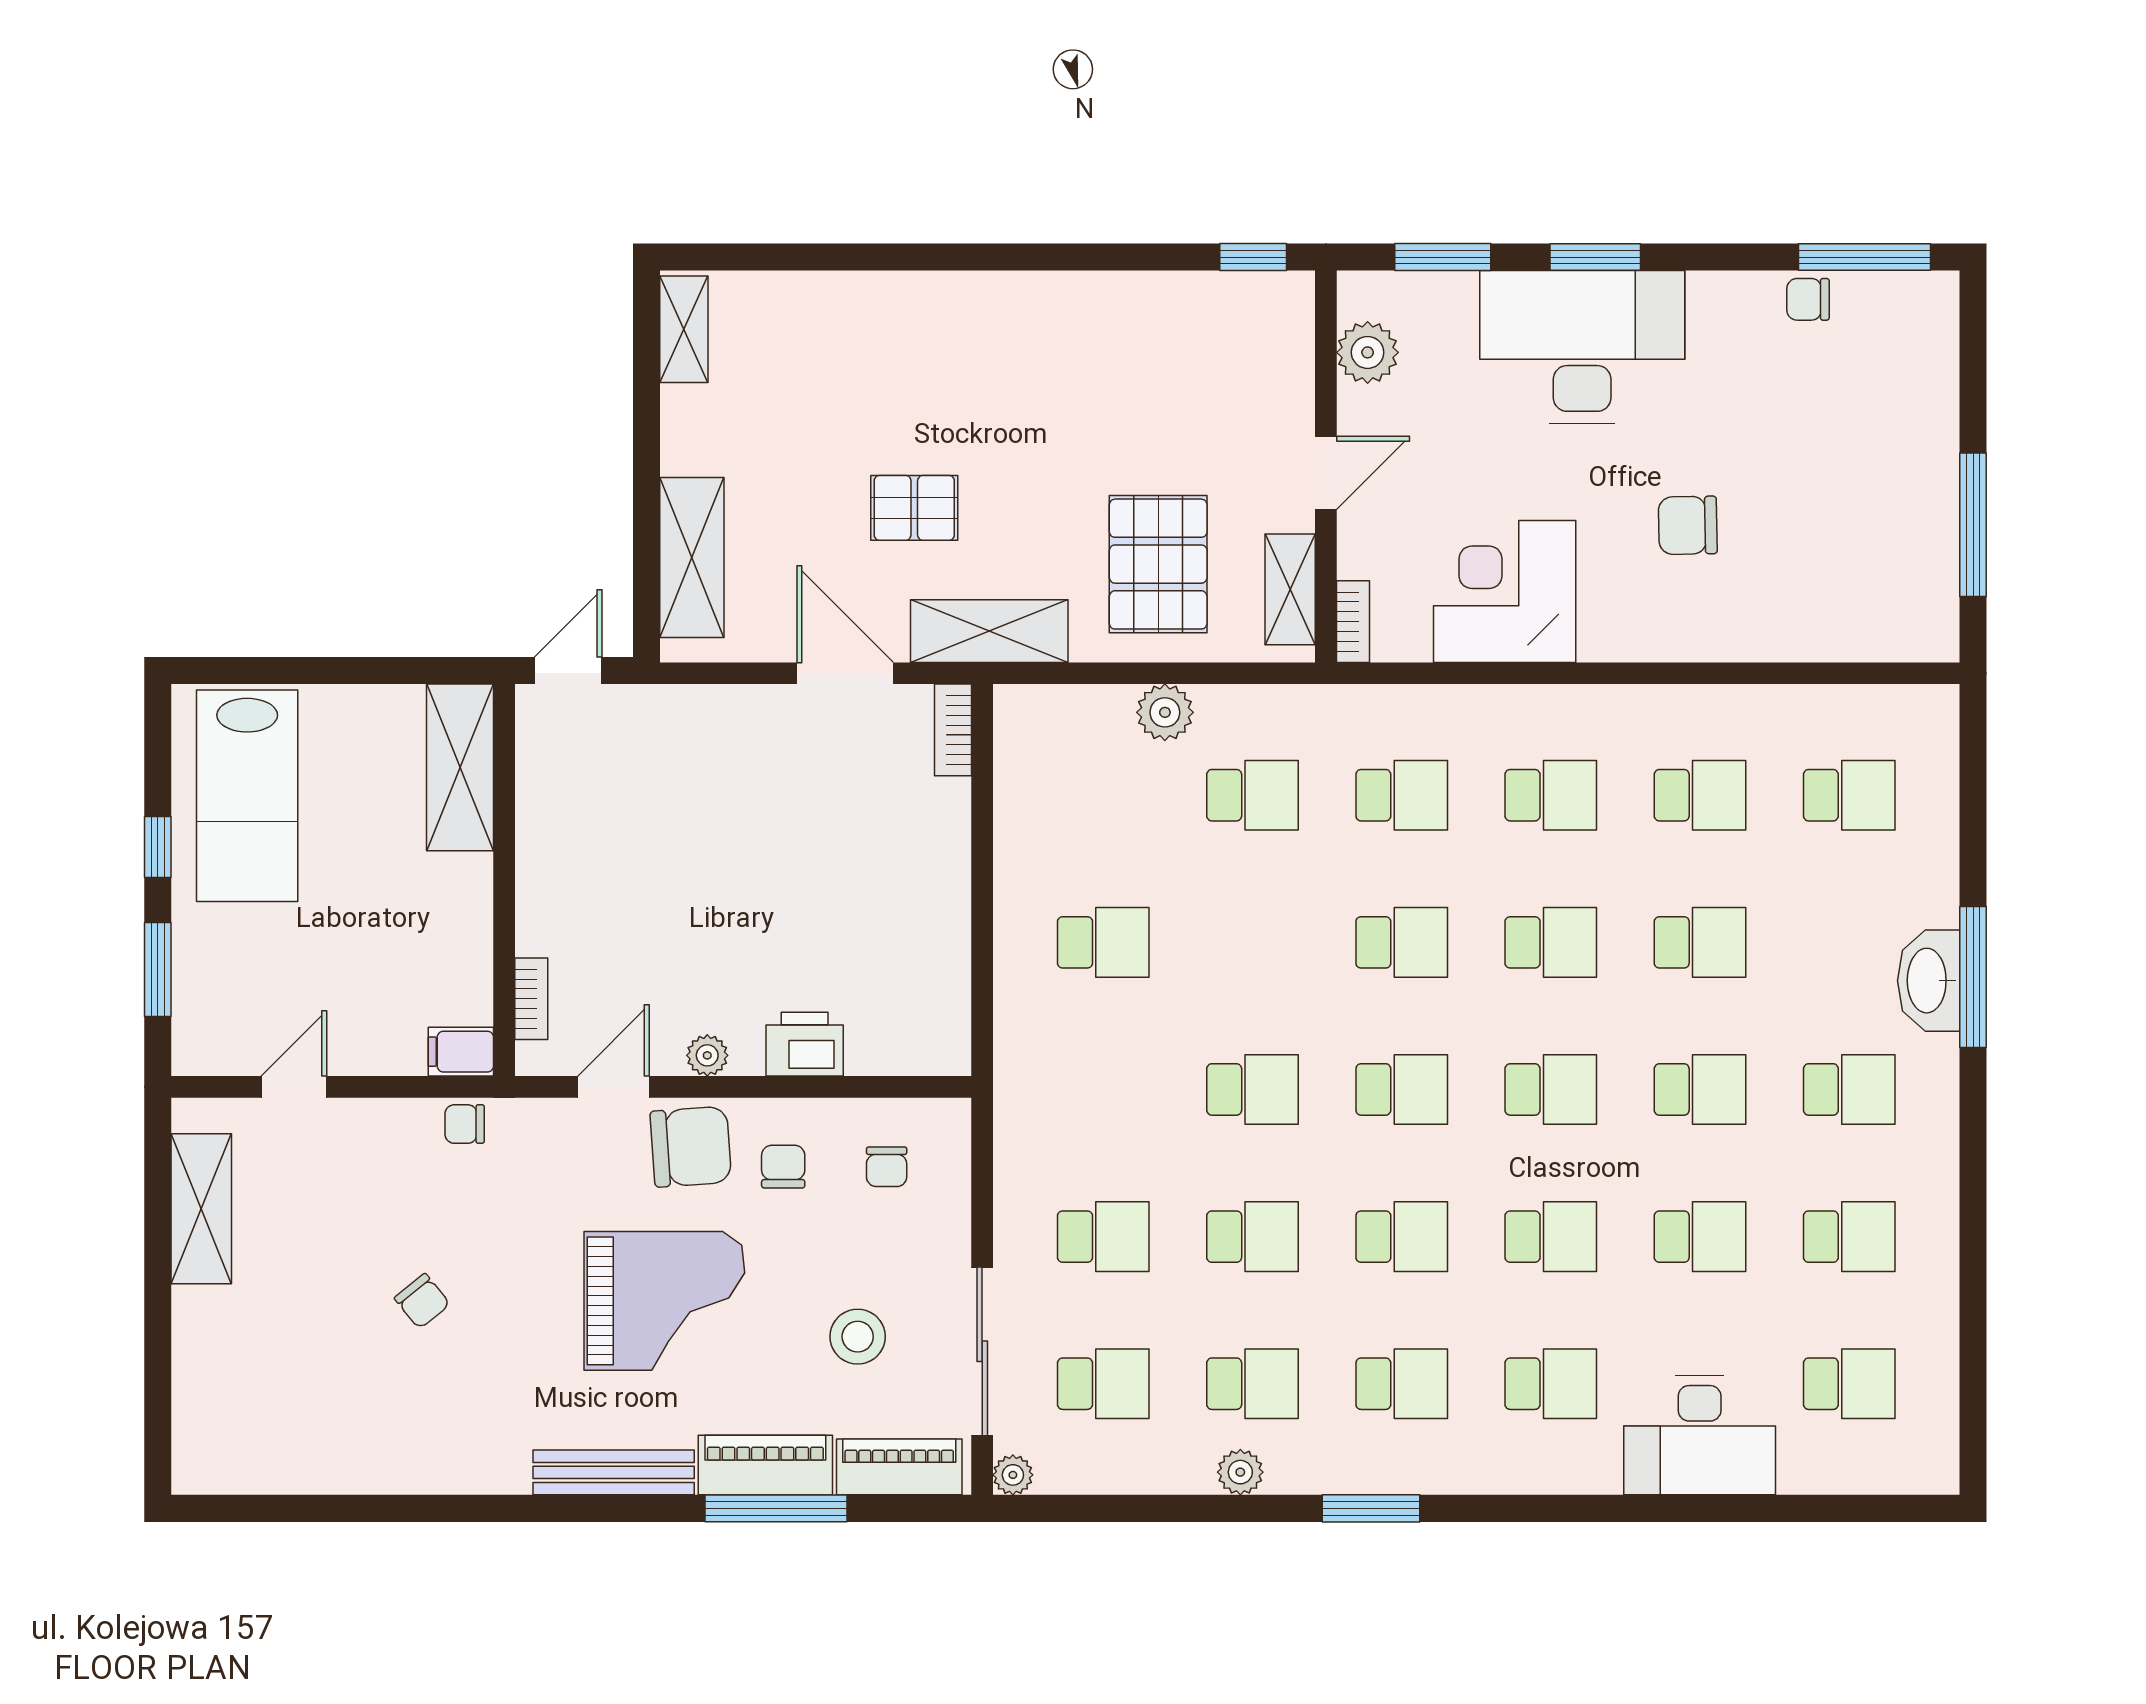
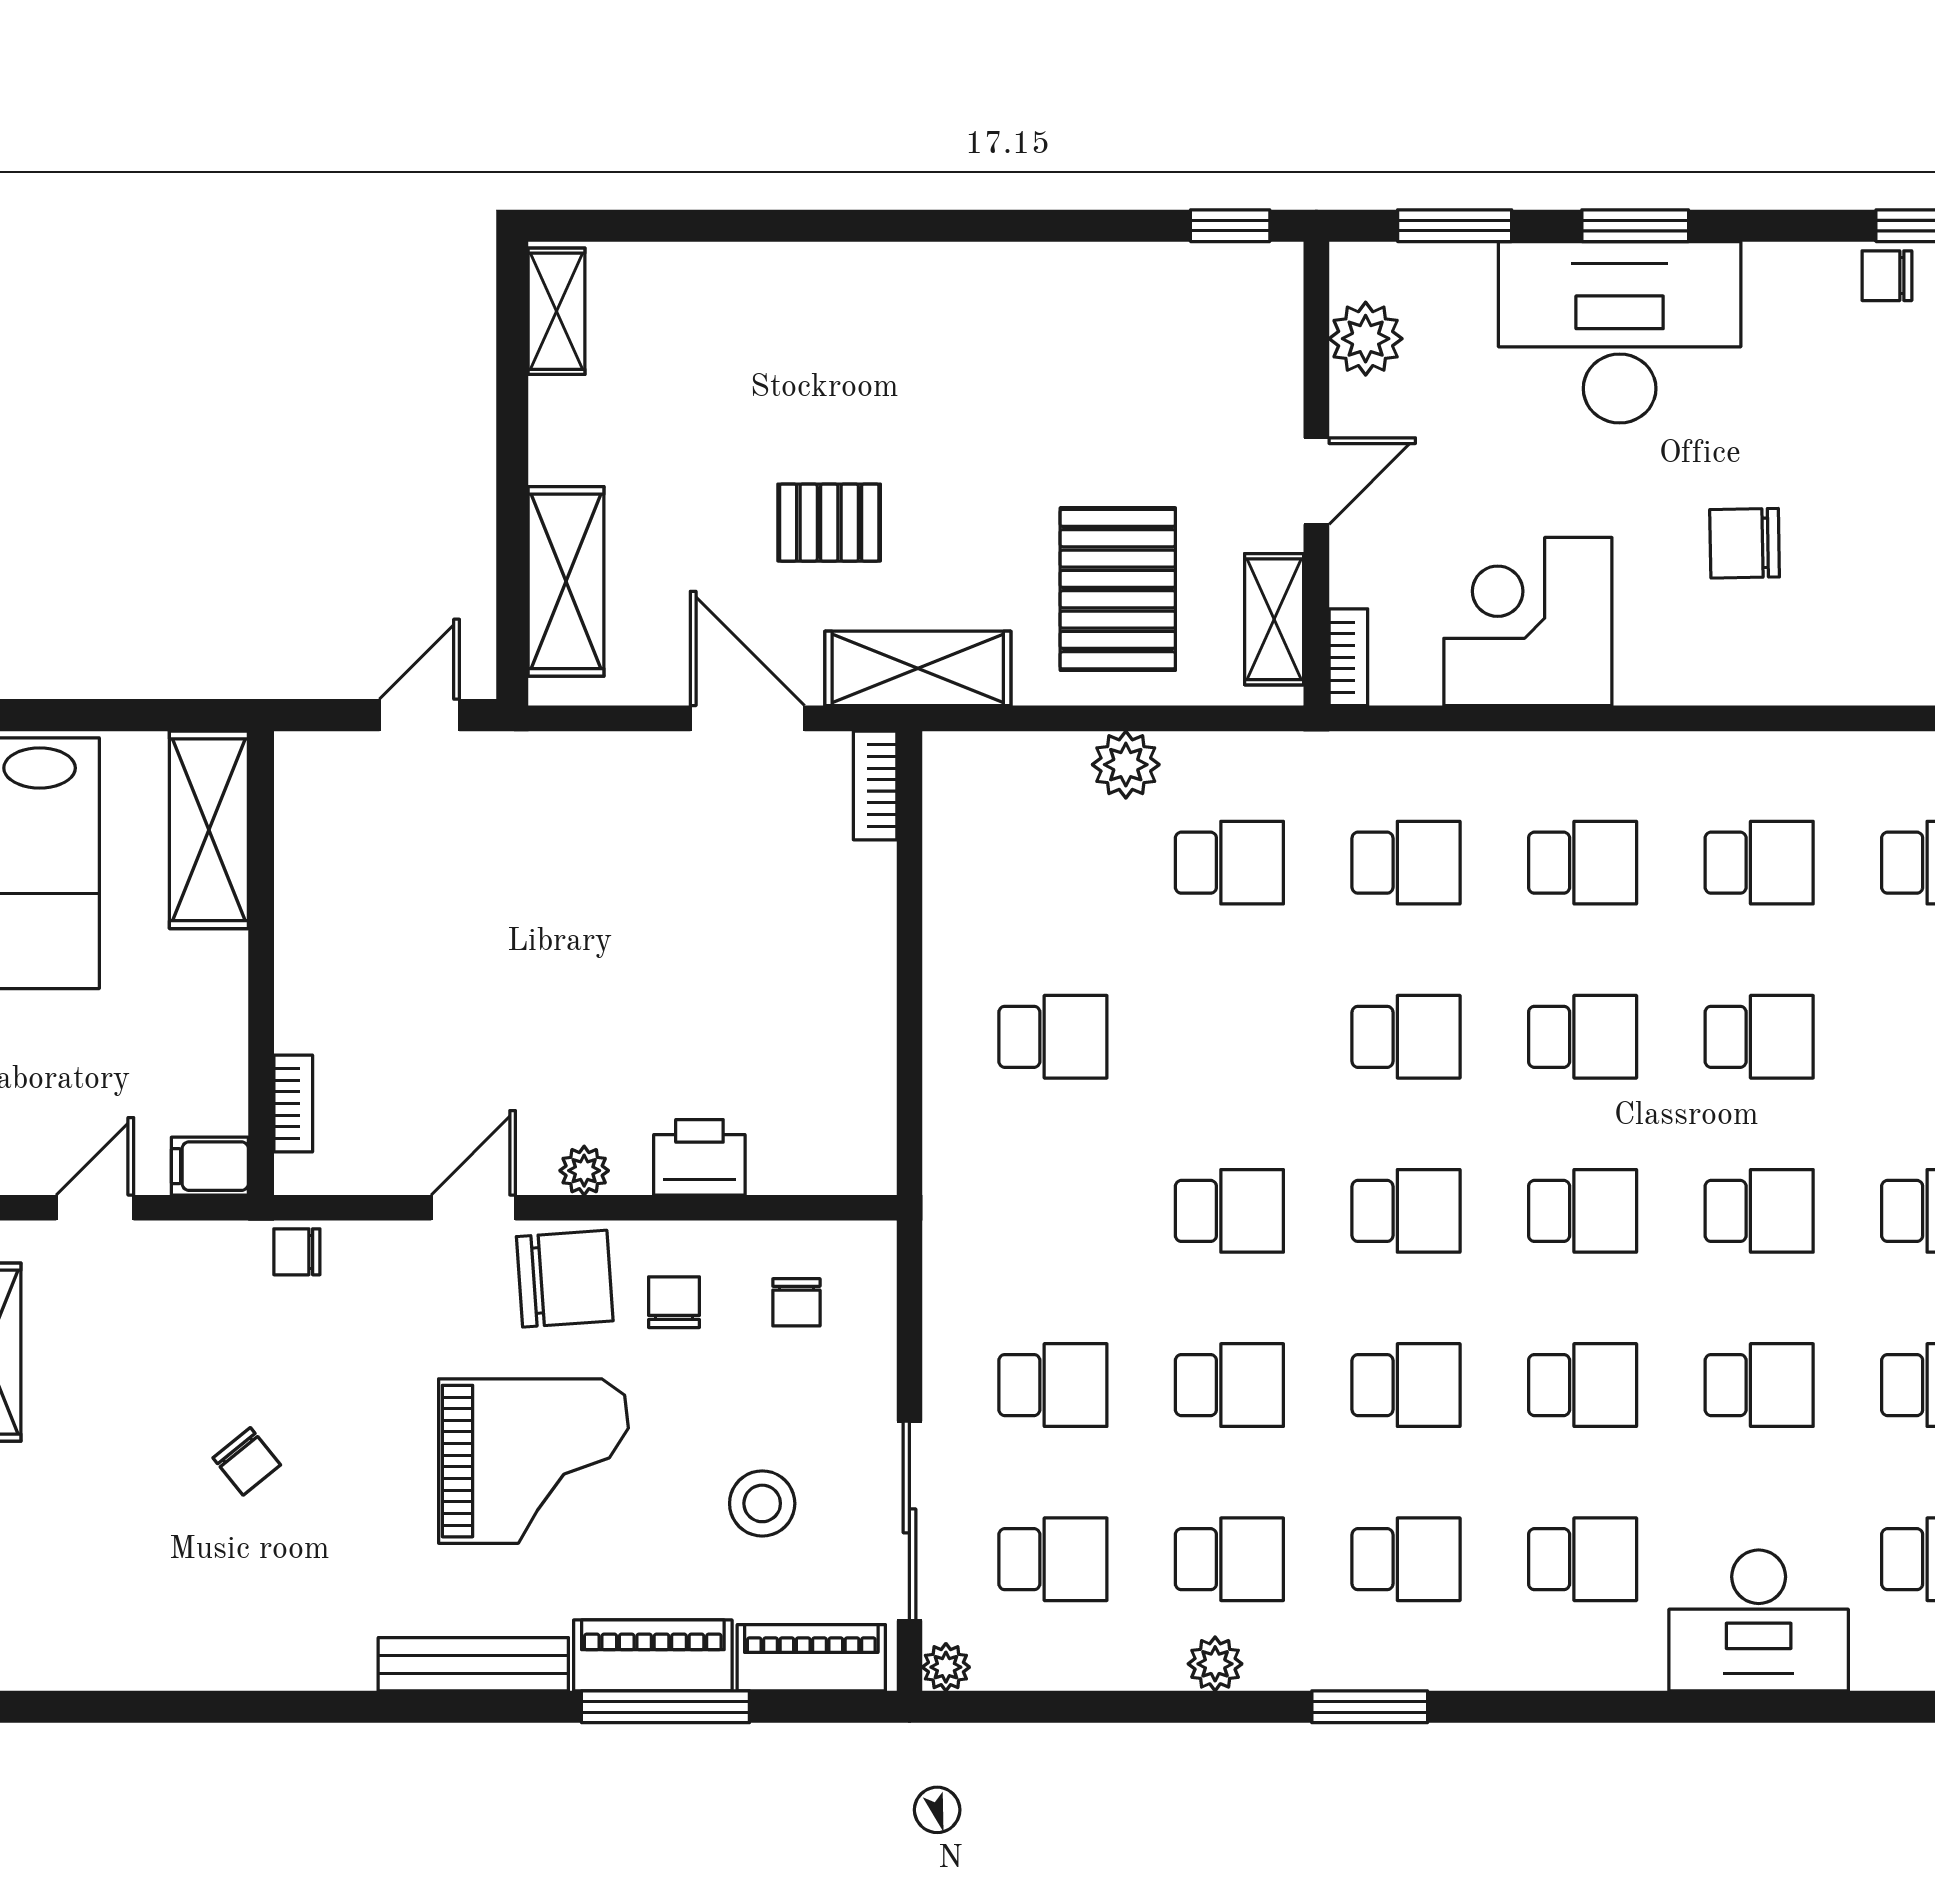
shelving: (460, 767) -> (209, 830), moved
wall: (504, 880) -> (261, 963), moved
bookcase: (531, 999) -> (293, 1103), moved
filing cabinet: (461, 1052) -> (210, 1166), moved

